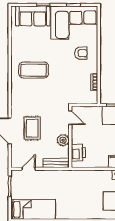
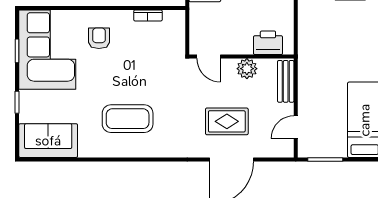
sofa: (33, 16) -> (48, 141), moved, turned -90
coffee table: (34, 70) -> (128, 119), turned 90
door: (70, 118) -> (209, 57), swing flipped
door: (29, 169) -> (296, 127), hinge flipped

